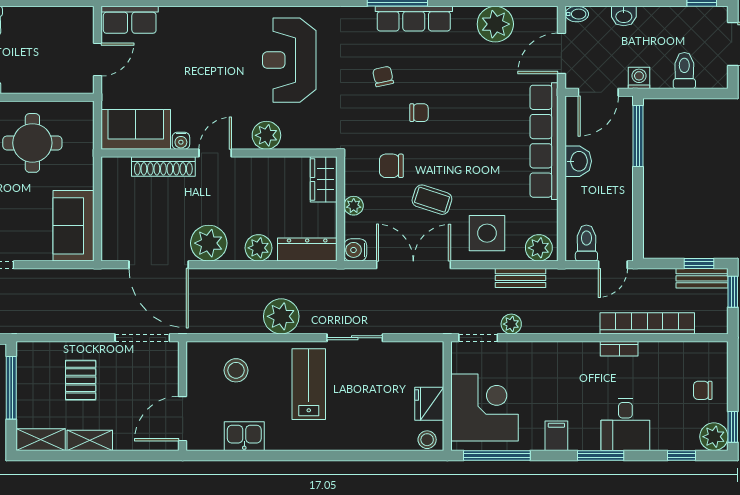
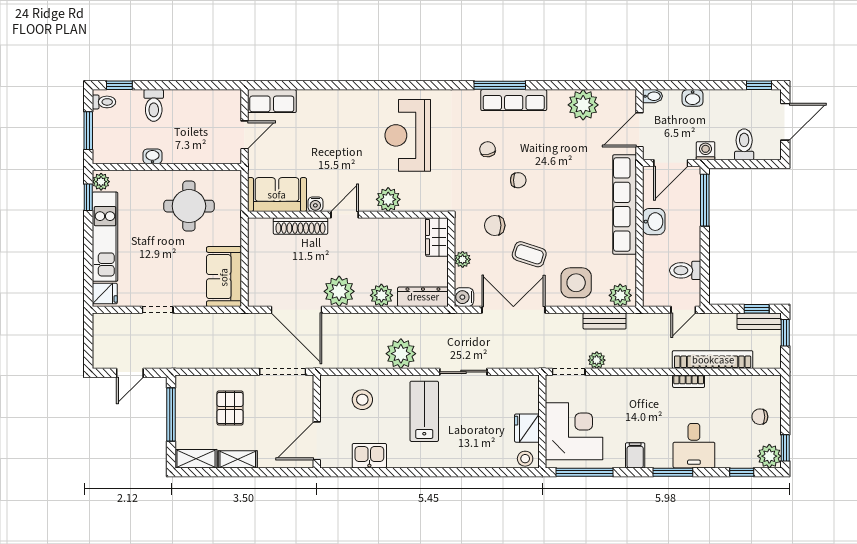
toilet: (586, 243) -> (685, 270), moved, turned -90

